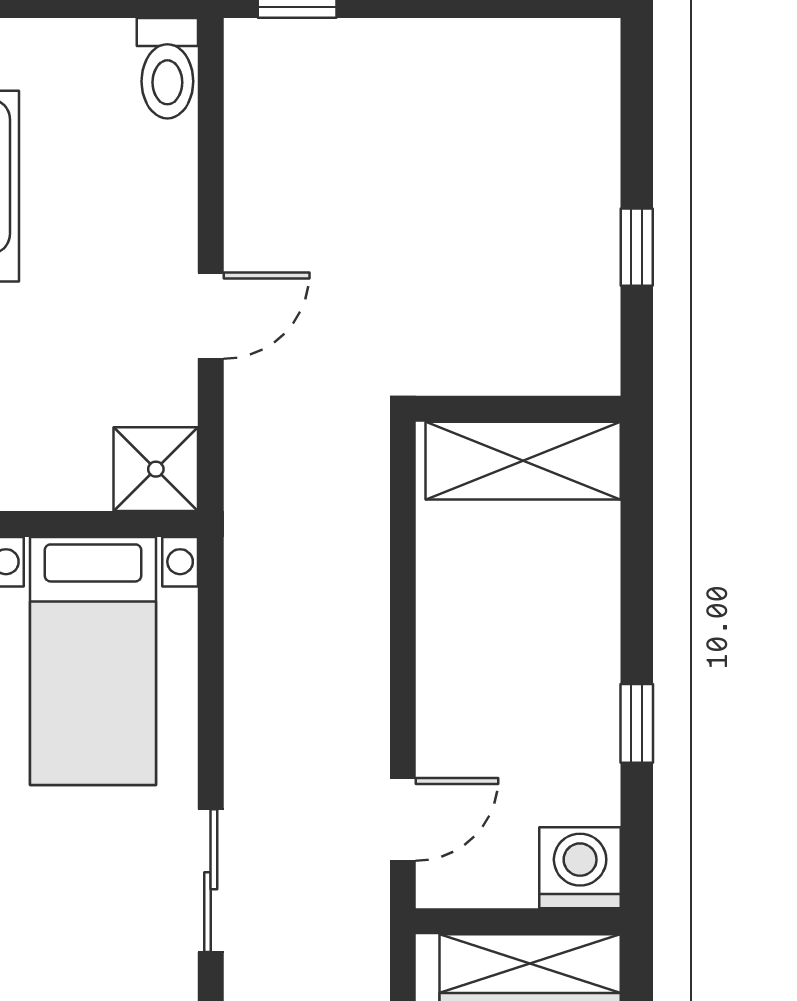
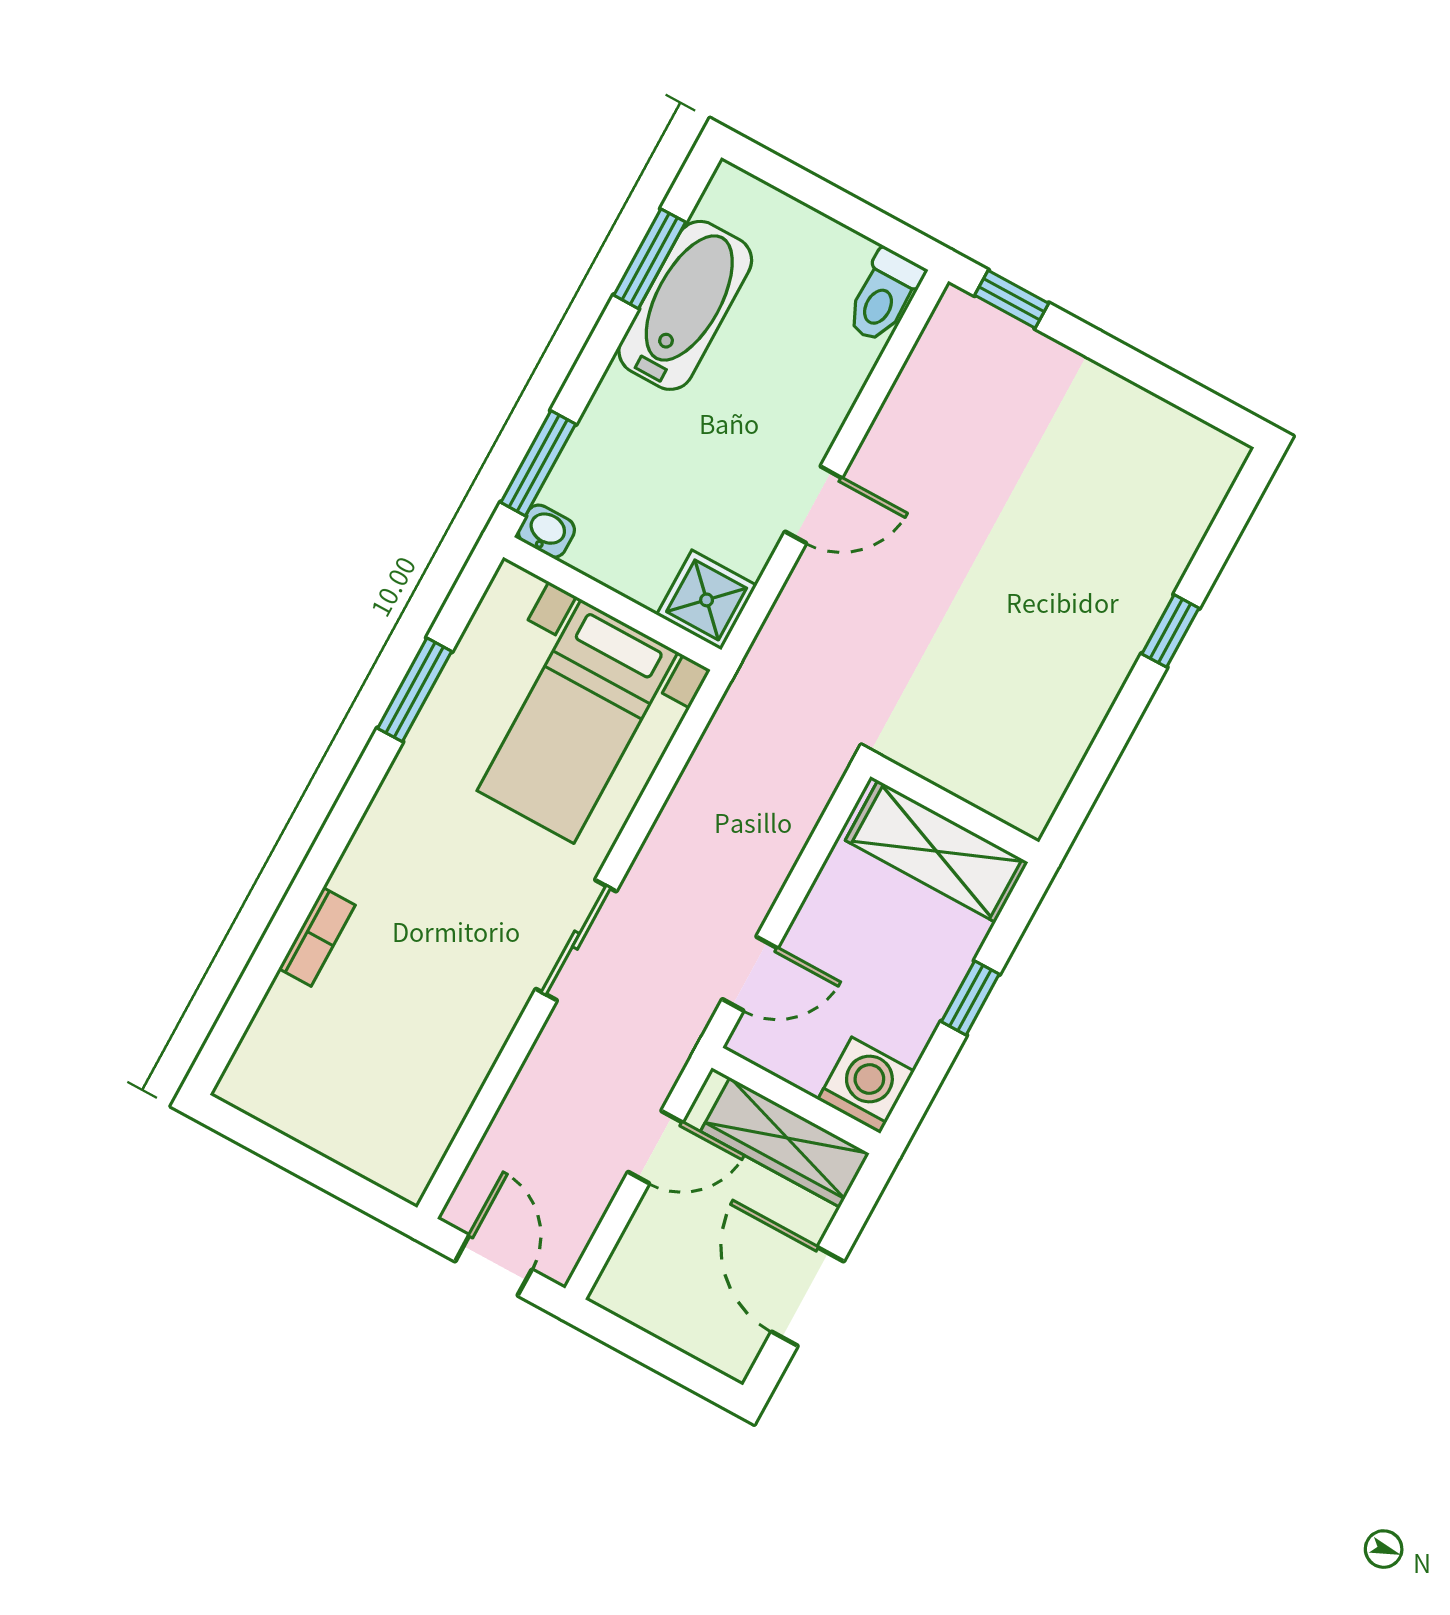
wall: (518, 409) -> (955, 809), moved
shelving: (523, 461) -> (937, 851), moved

